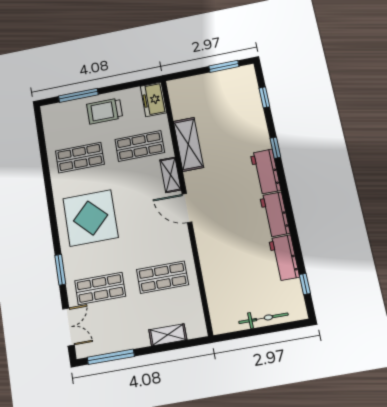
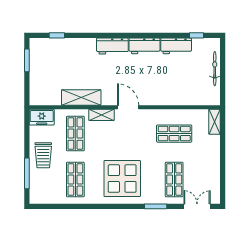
window: (275, 148) -> (96, 35), removed
door: (187, 208) -> (128, 107), swing flipped
shop shelf: (163, 277) -> (174, 134), turned 90
shelving: (168, 335) -> (215, 122), moved
window: (111, 357) -> (223, 179), removed

